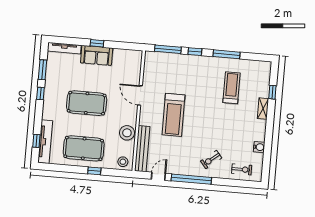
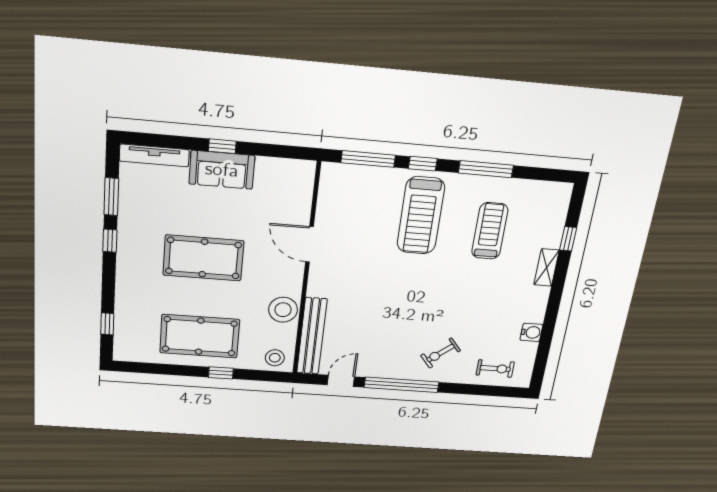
treadmill: (173, 115) -> (421, 216), moved
tv unit: (45, 142) -> (124, 325), removed

